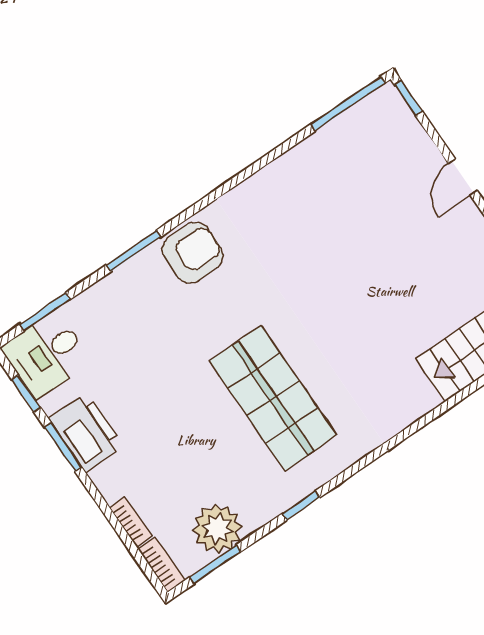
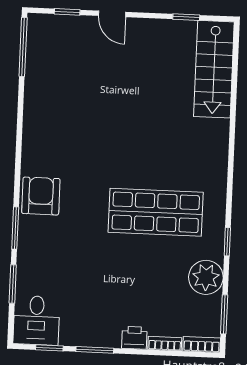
window: (408, 98) -> (67, 12), moved
window: (45, 312) -> (13, 284), moved
printer: (86, 432) -> (134, 338), moved, width x0.53, depth x0.68
plant: (217, 529) -> (206, 277), moved

